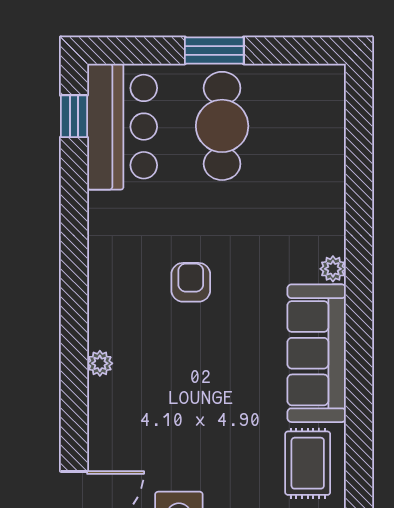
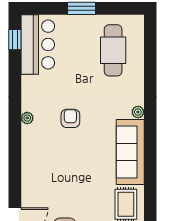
cafe table: (222, 126) -> (113, 50), moved
plant: (100, 363) -> (27, 118), moved

